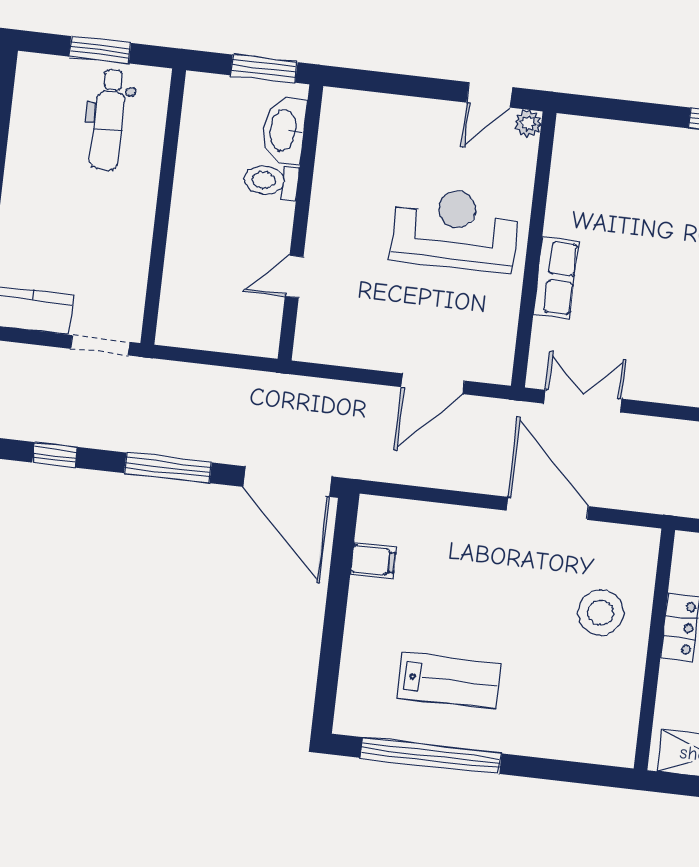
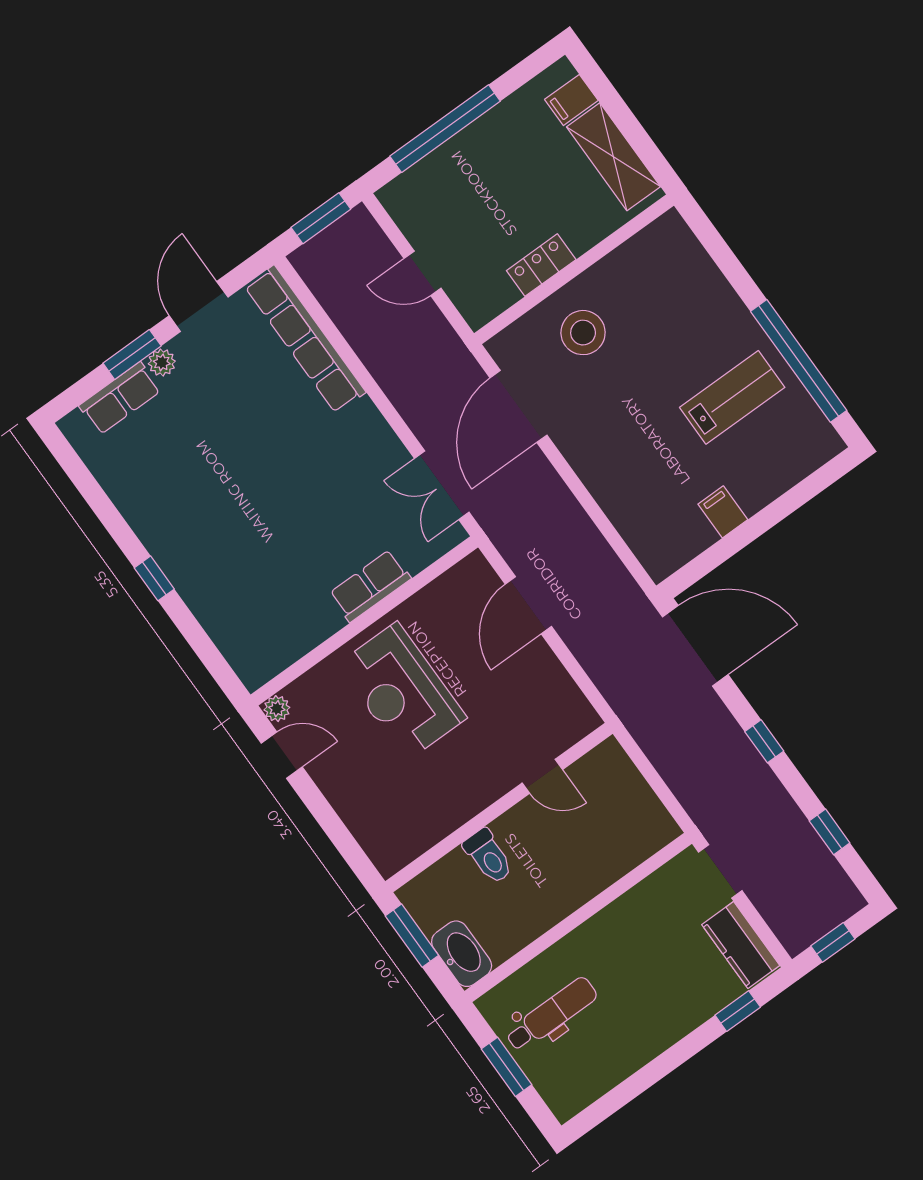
washbasin: (284, 130) -> (462, 954), moved, turned -90
door: (433, 384) -> (528, 605), swing flipped
window: (168, 468) -> (764, 741), width x0.46
door: (287, 482) -> (695, 646), hinge flipped
door: (548, 508) -> (518, 406), moved
filing cabinet: (373, 560) -> (723, 512), moved
lab bench: (449, 680) -> (732, 397), turned 90

